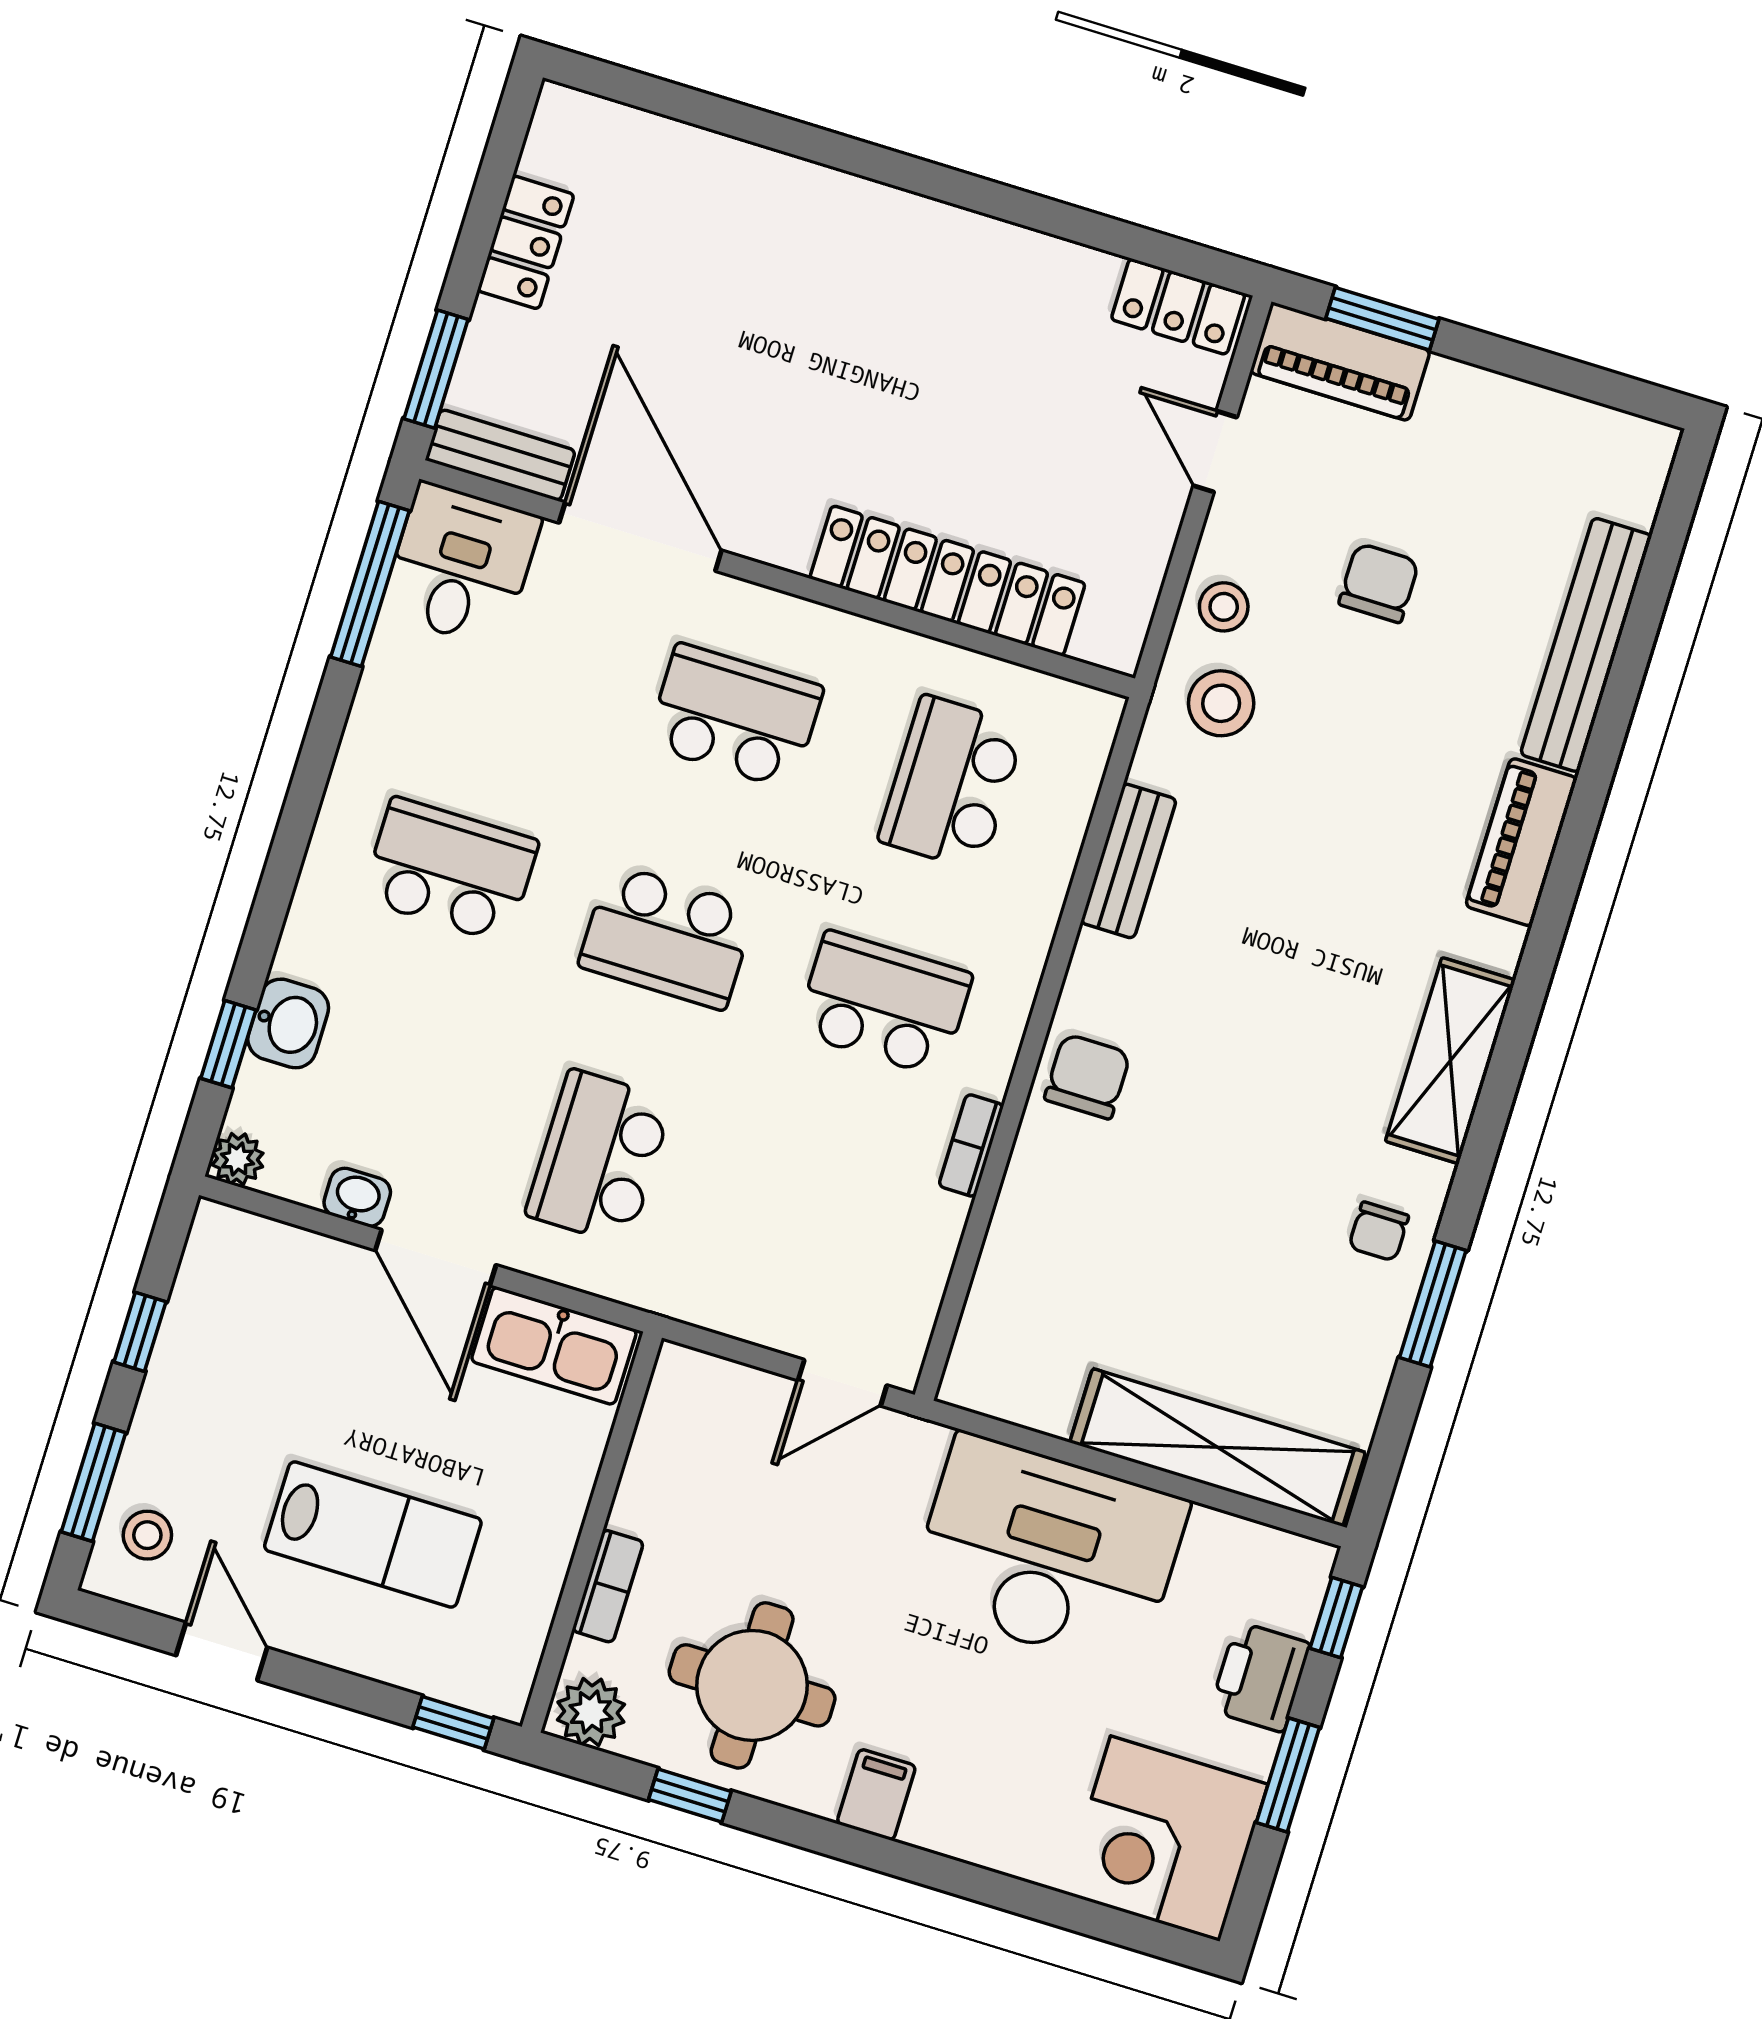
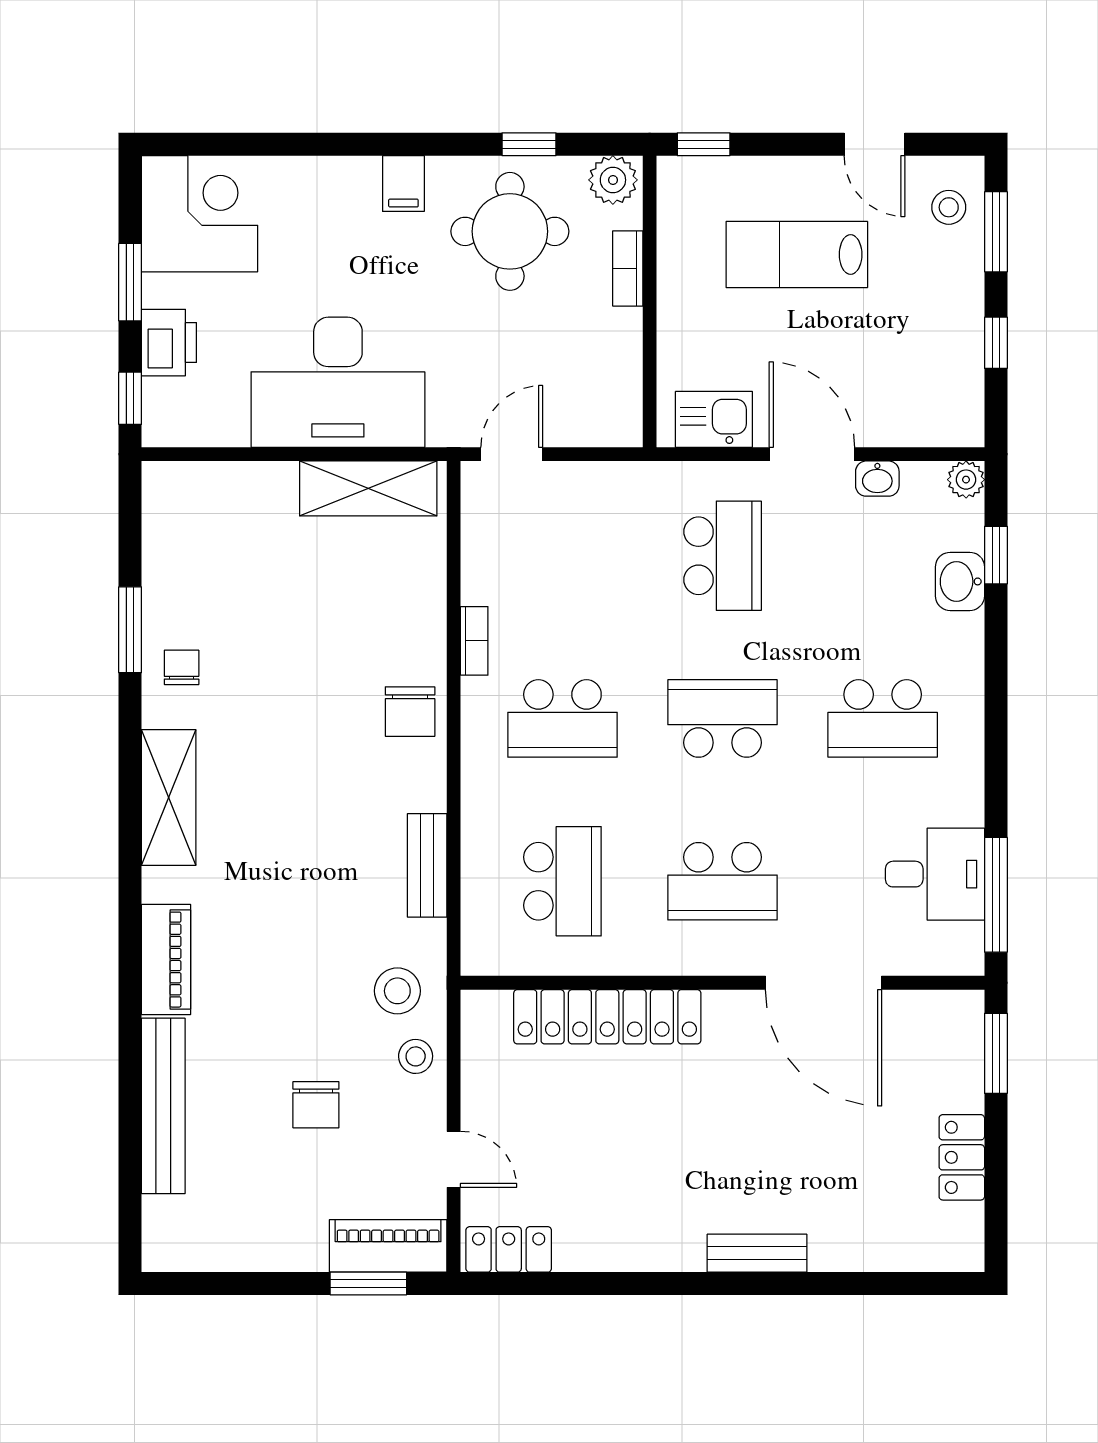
bench: (500, 455) -> (757, 1253), moved
desk: (461, 565) -> (935, 874), moved, turned -90
kitchen sink: (554, 1346) -> (714, 419), width x0.73
shelving: (1218, 1447) -> (368, 488), moved, width x0.68

